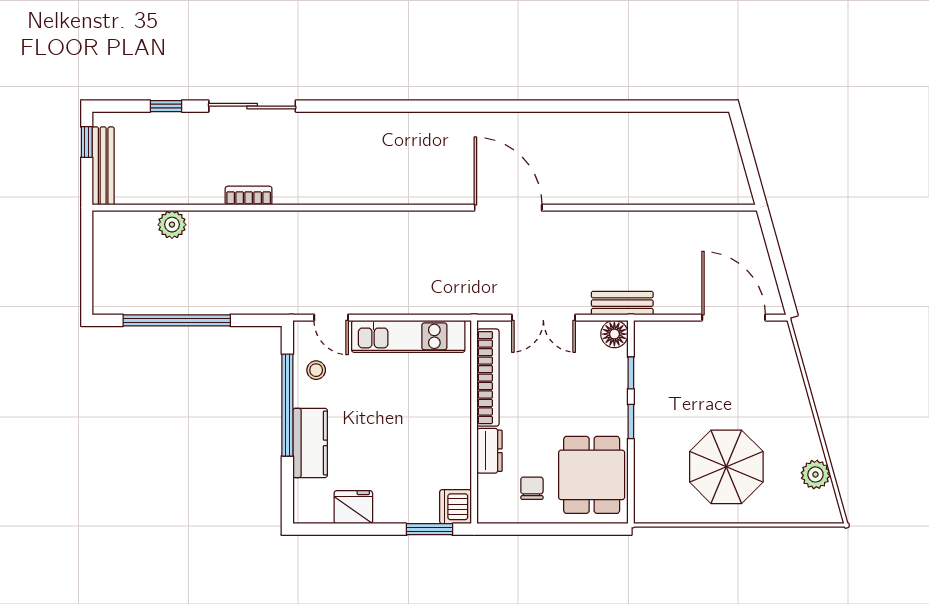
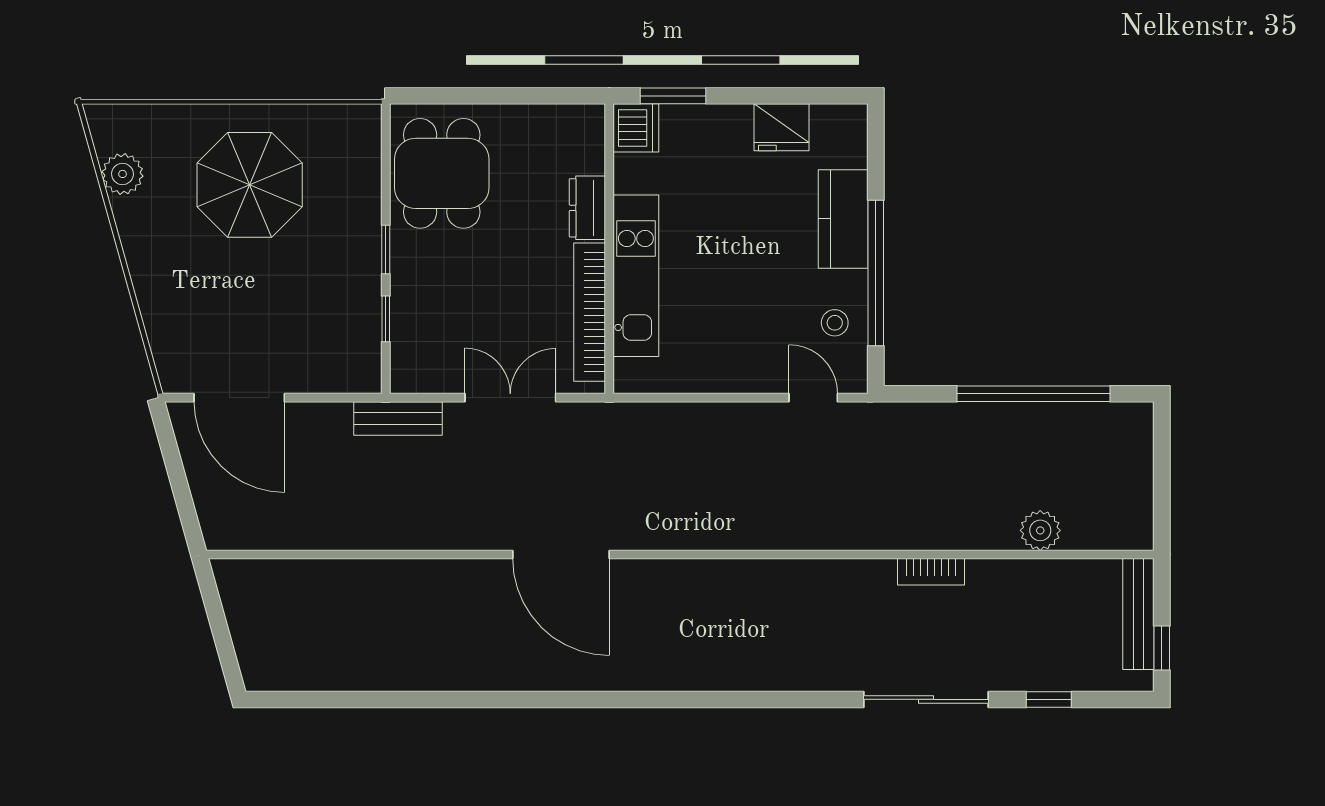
floor lamp: (614, 334) -> (409, 374), removed
kitchen unit: (408, 336) -> (636, 276), moved, turned 90
chair: (532, 488) -> (527, 154), removed

